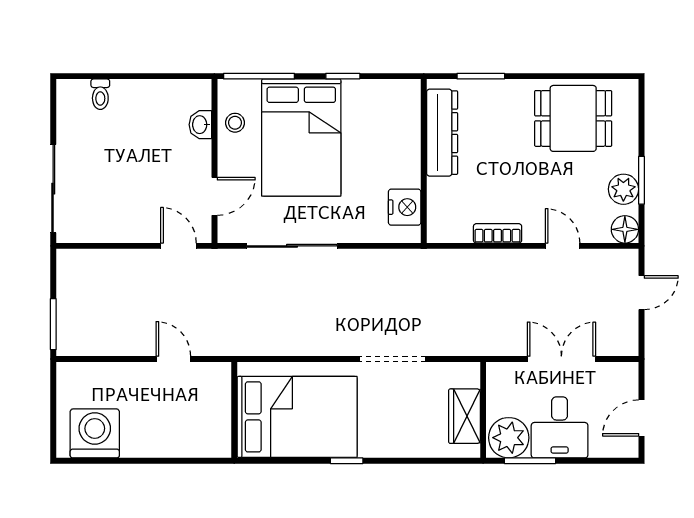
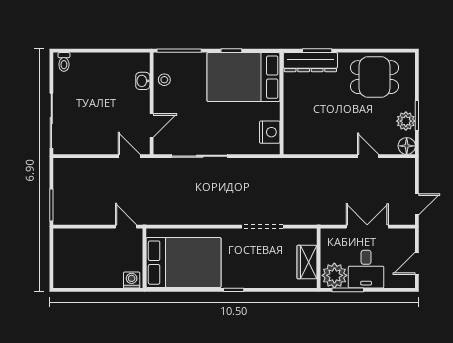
toilet: (100, 94) -> (64, 62), moved
dresser: (442, 133) -> (310, 62), moved, turned 90
bed: (301, 138) -> (243, 77), moved, turned 90
bookcase: (498, 233) -> (327, 148), removed
door: (641, 293) -> (417, 204), moved
wall: (234, 410) -> (144, 258), moved
bed: (297, 417) -> (184, 263), moved
washing machine: (95, 433) -> (132, 280), moved, width x0.53, depth x0.53

